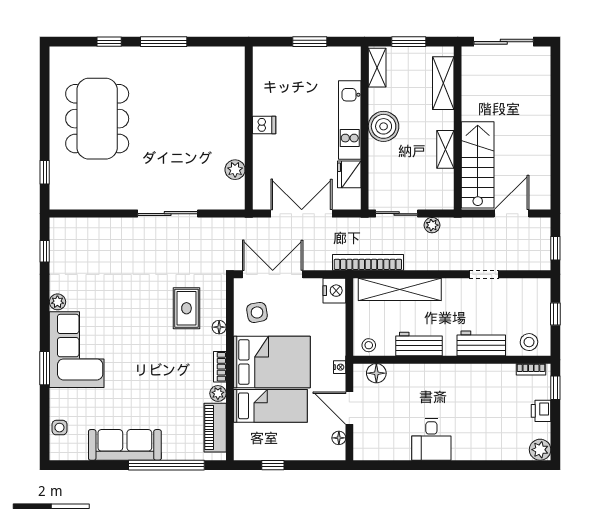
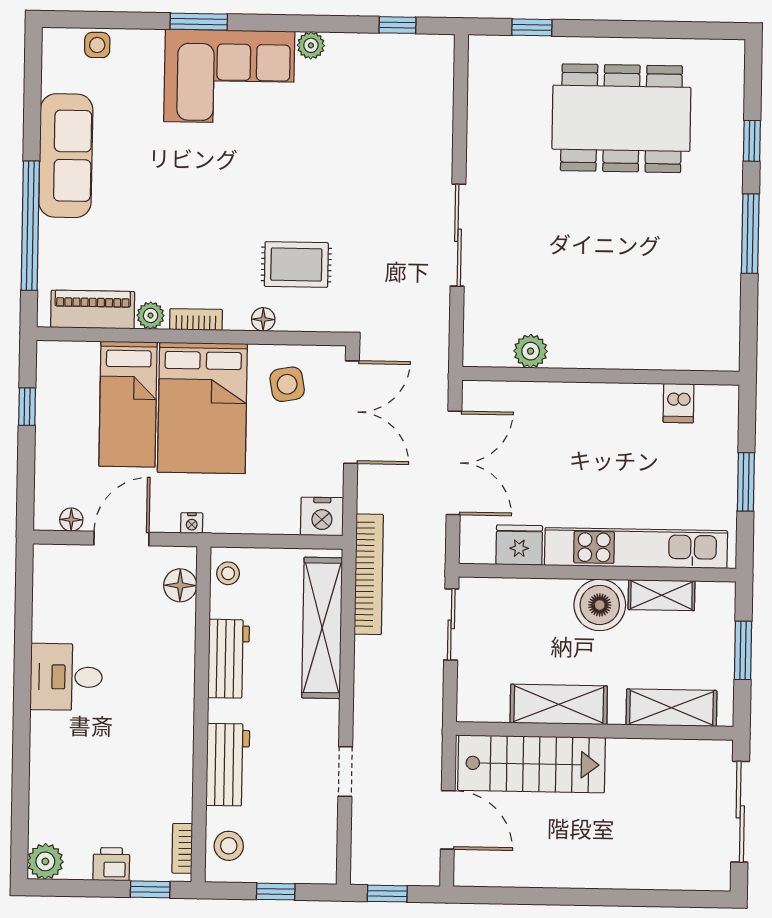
shelving: (377, 68) -> (661, 595), moved
kitchen unit: (350, 120) -> (636, 548), width x1.36
dishwasher: (264, 125) -> (679, 403), moved
shelving: (445, 149) -> (559, 704), width x1.50, depth x1.33
plant: (432, 225) -> (430, 684), removed

